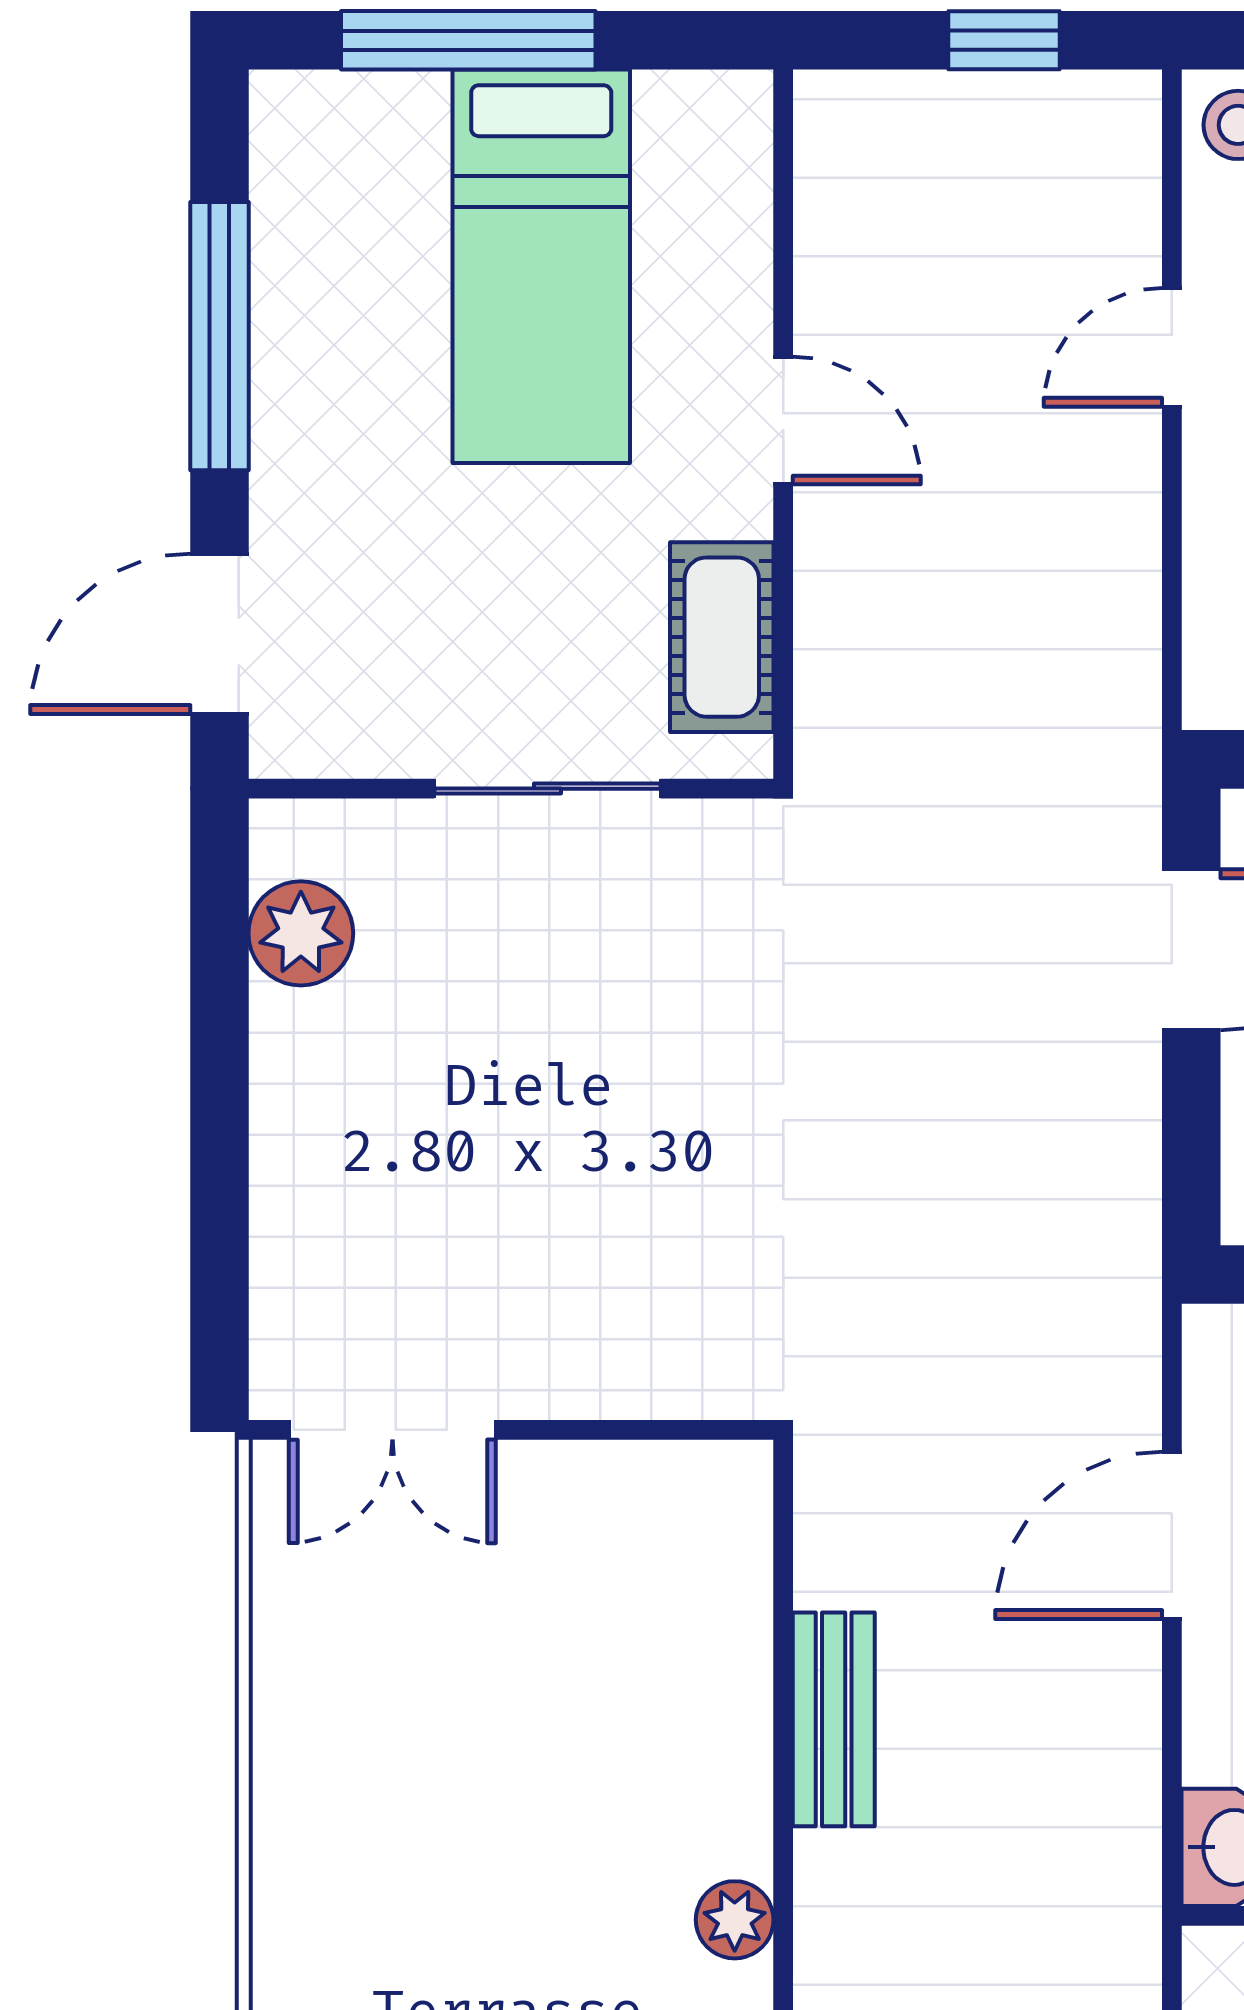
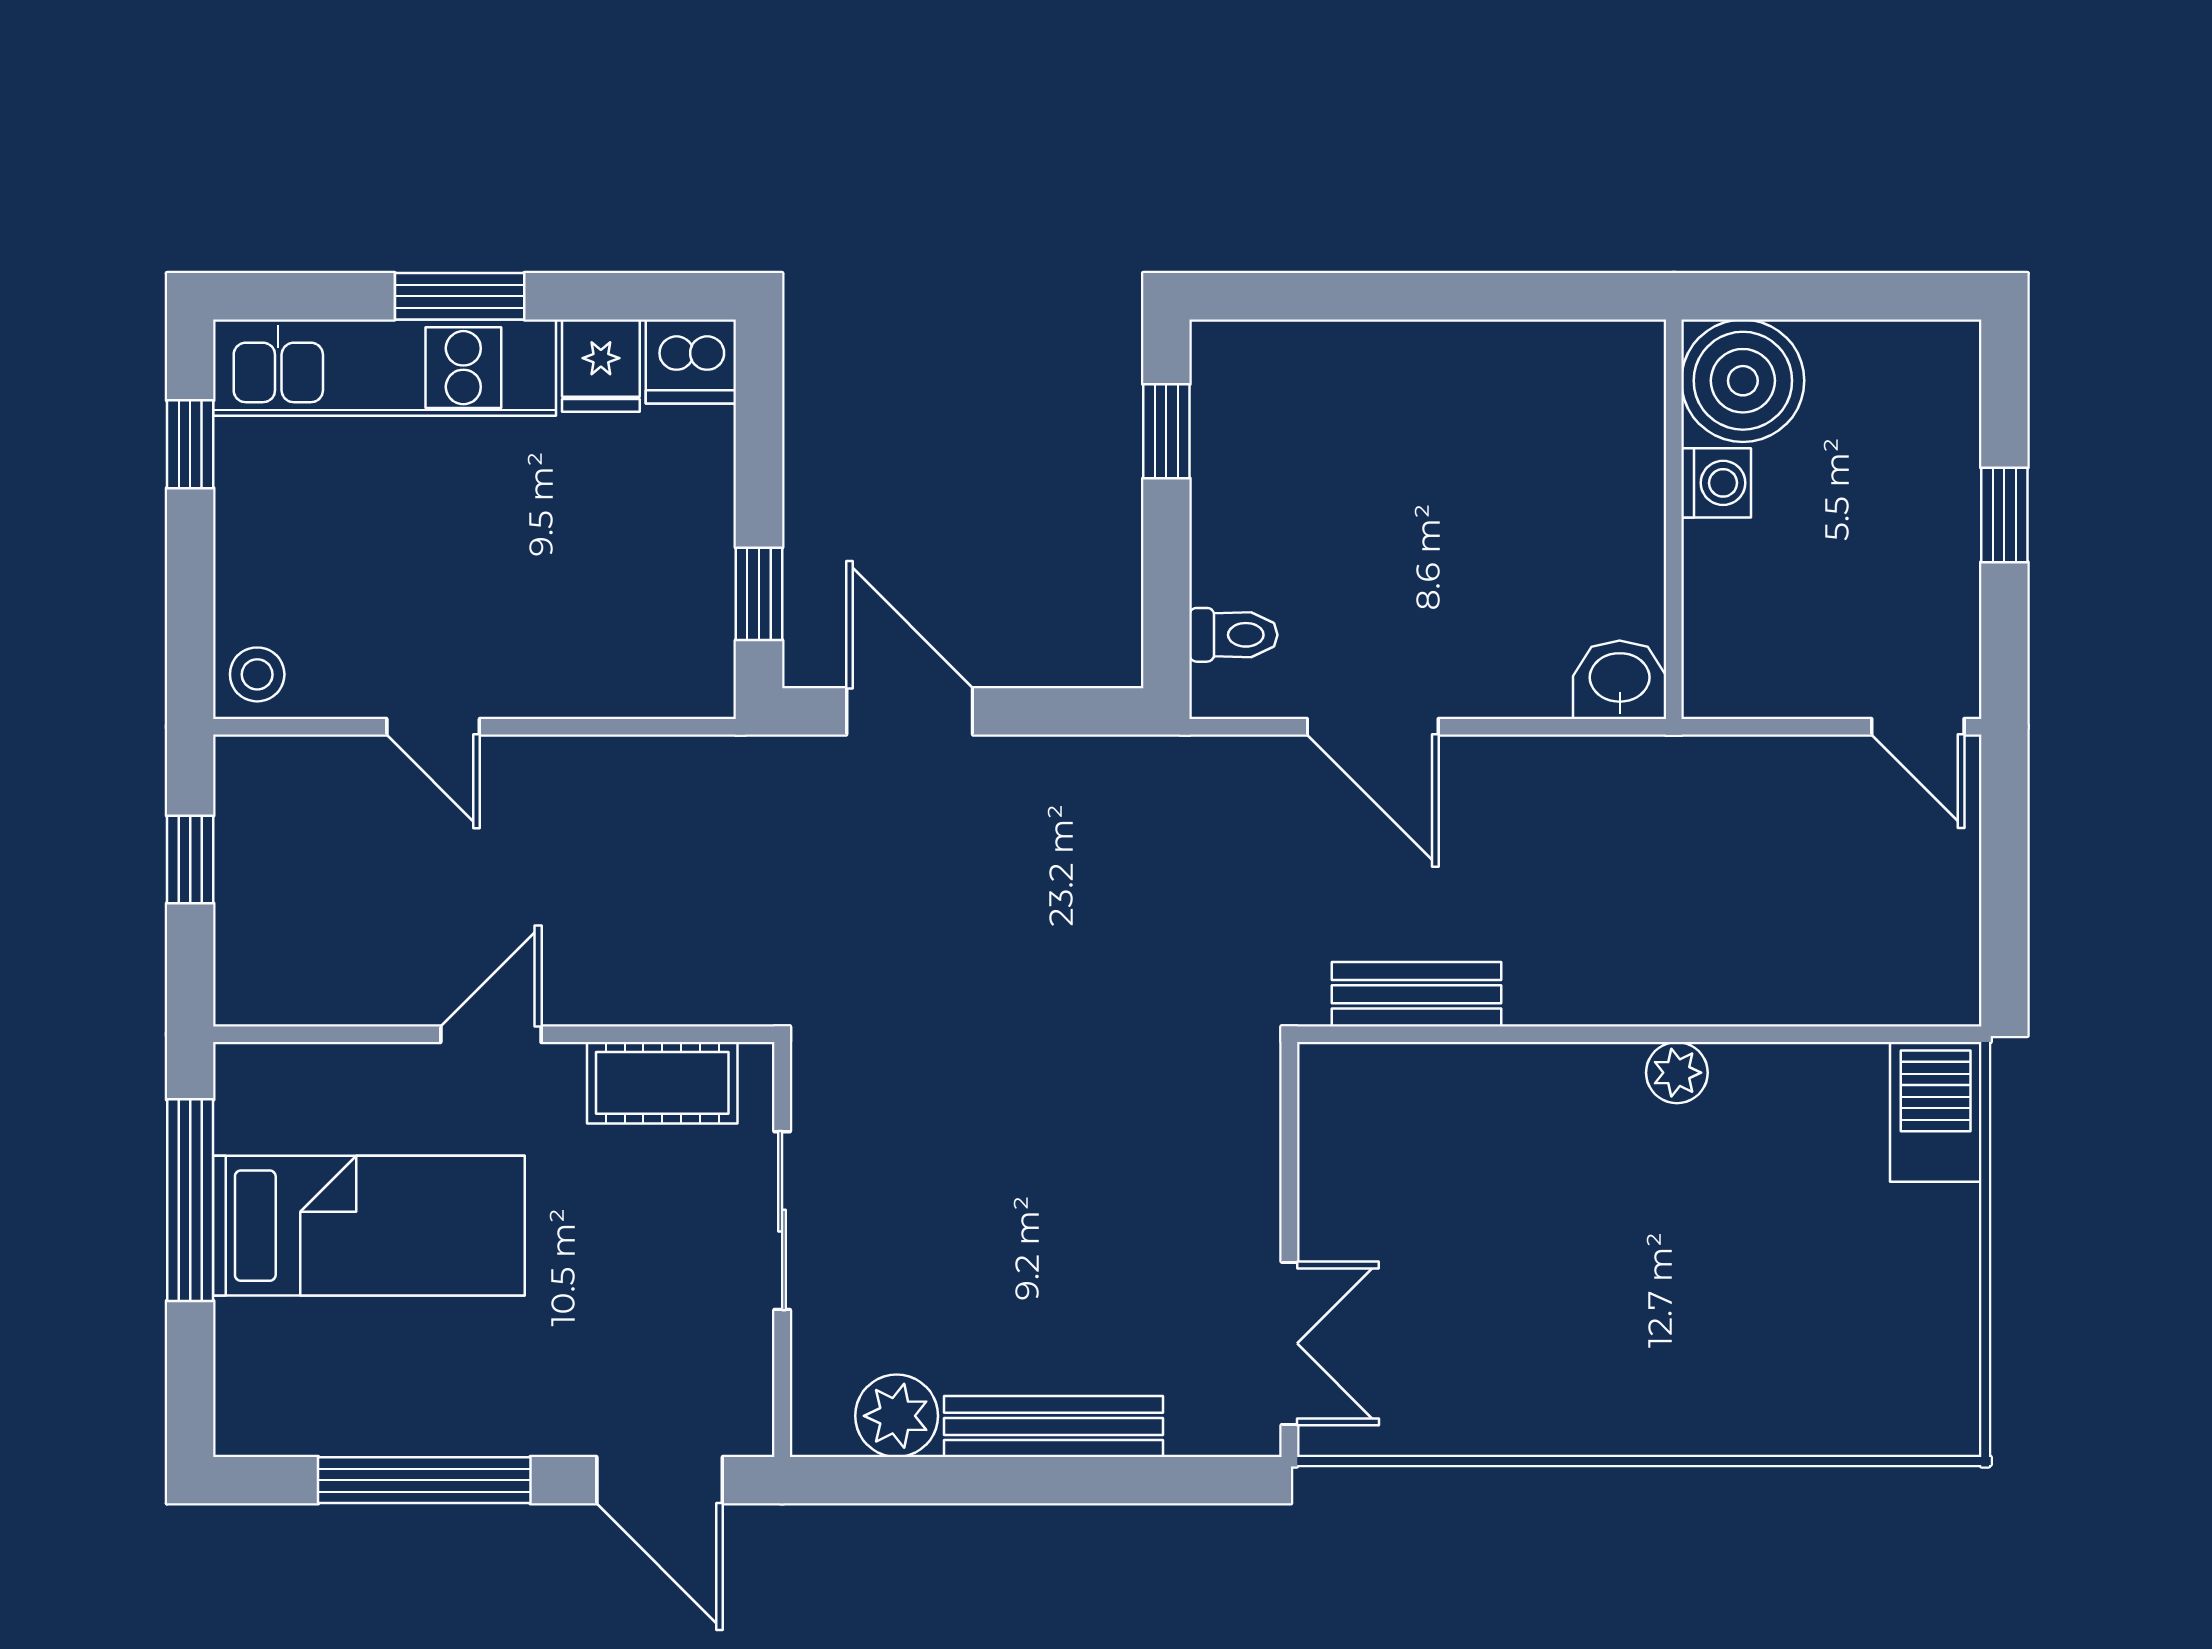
window: (468, 40) -> (190, 1200), moved
bench: (287, 1132) -> (1054, 1426), added
bench: (834, 1719) -> (1417, 994), moved

